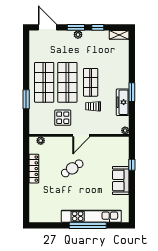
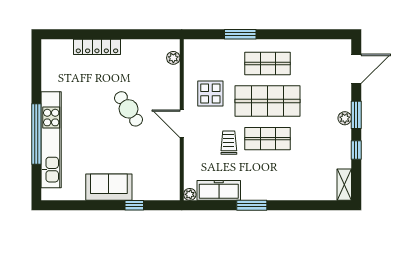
shop shelf: (44, 82) -> (268, 63), width x0.70, depth x0.74
freezer: (123, 102) -> (219, 190), moved
locker: (34, 169) -> (97, 47), moved

